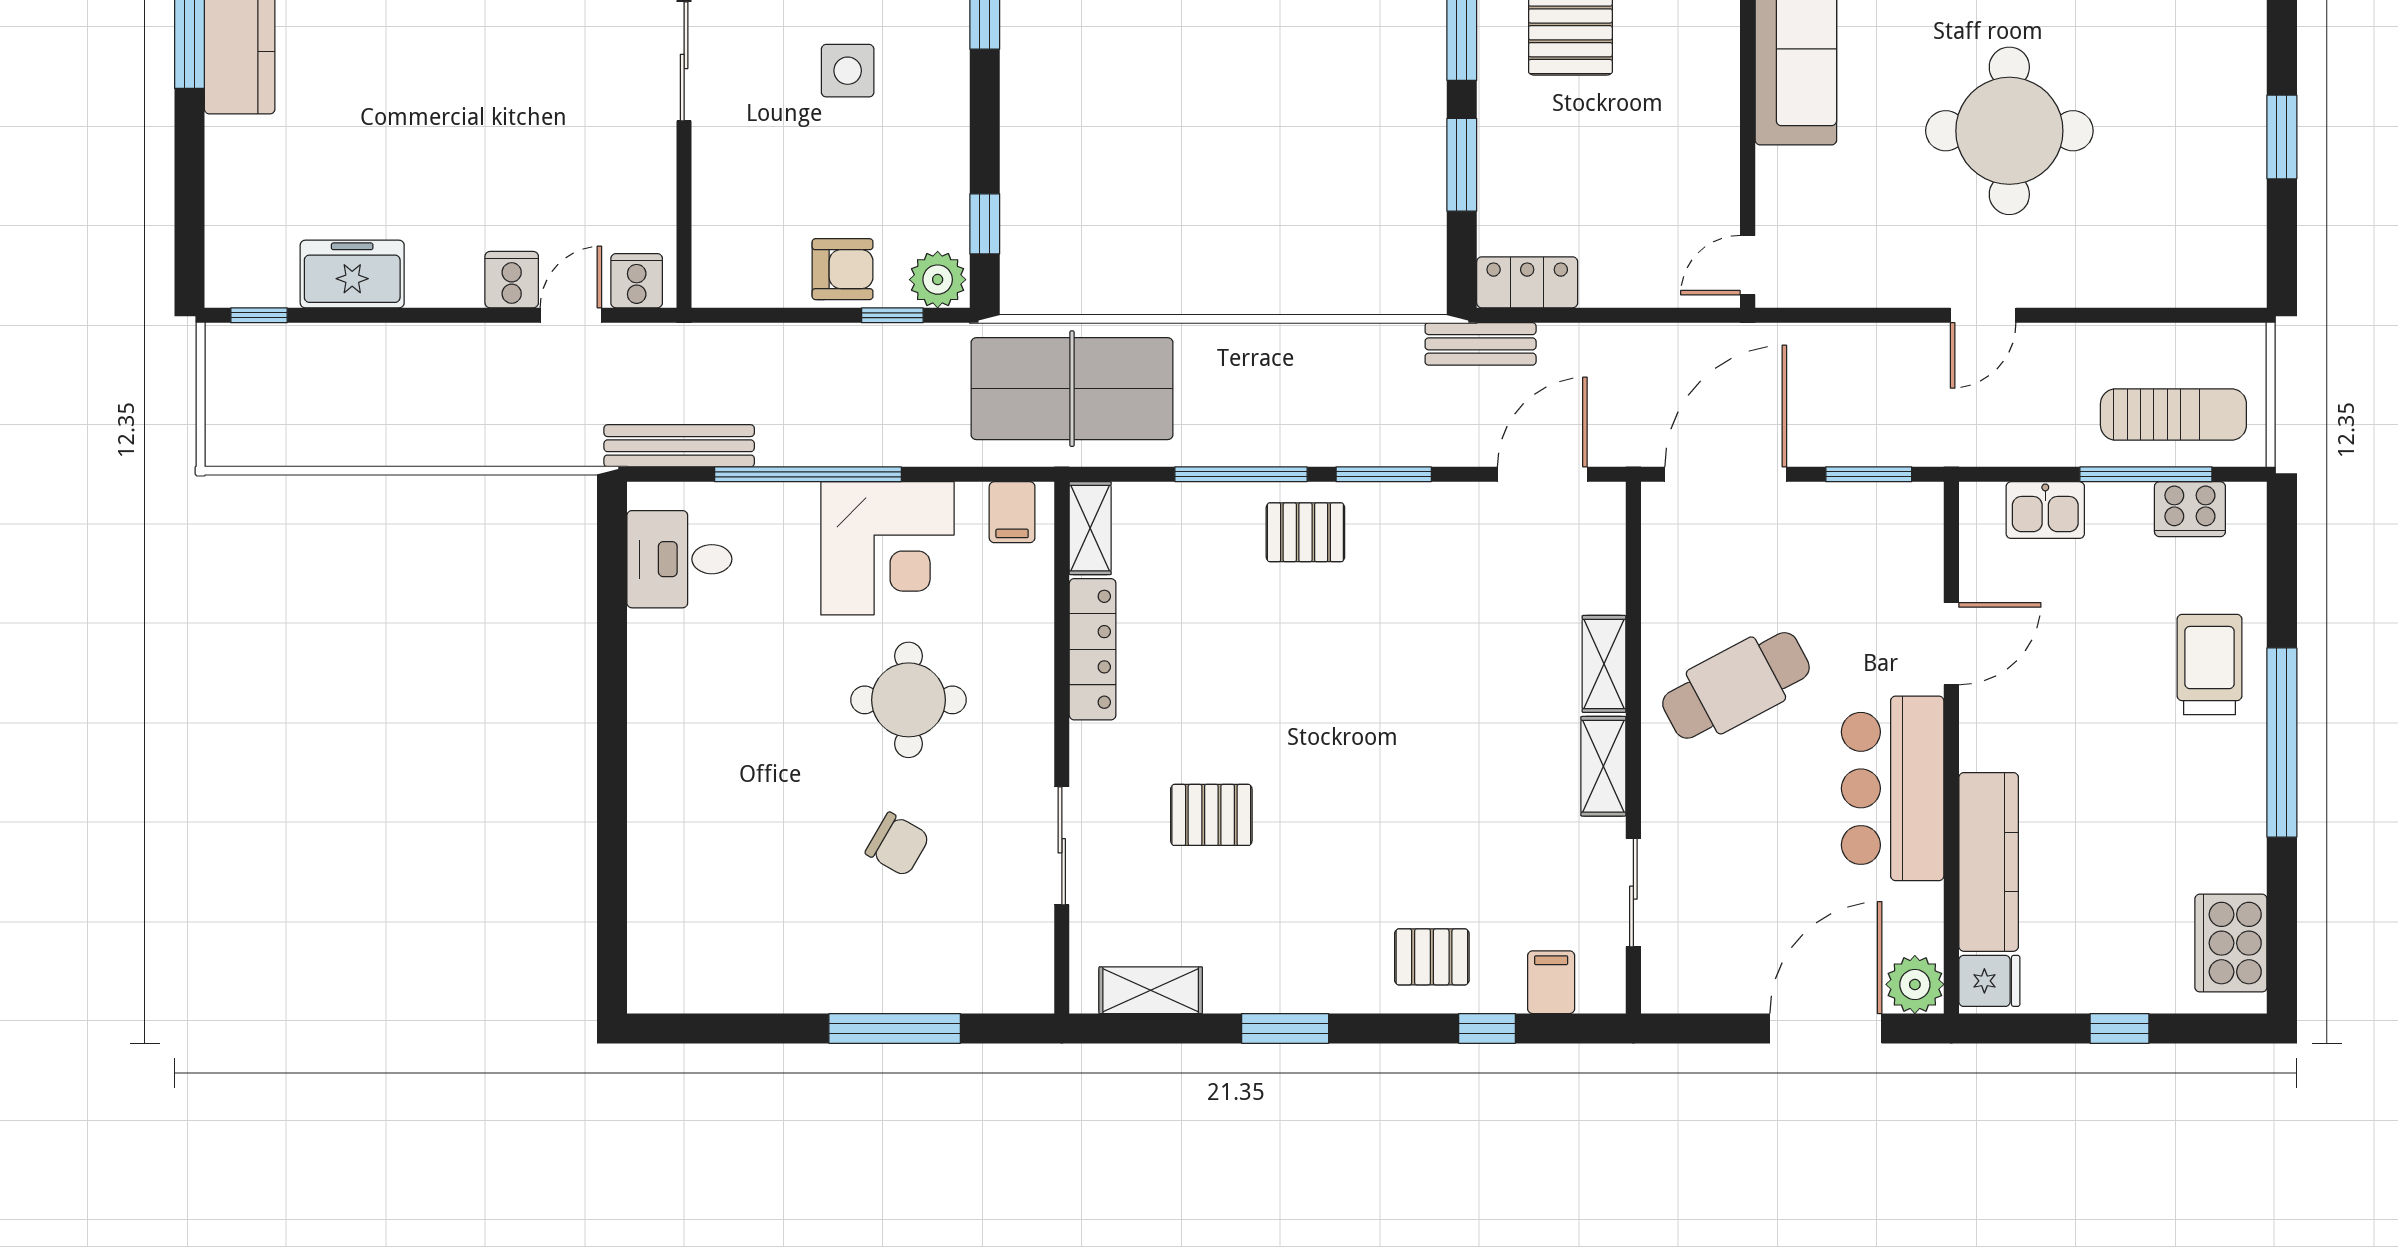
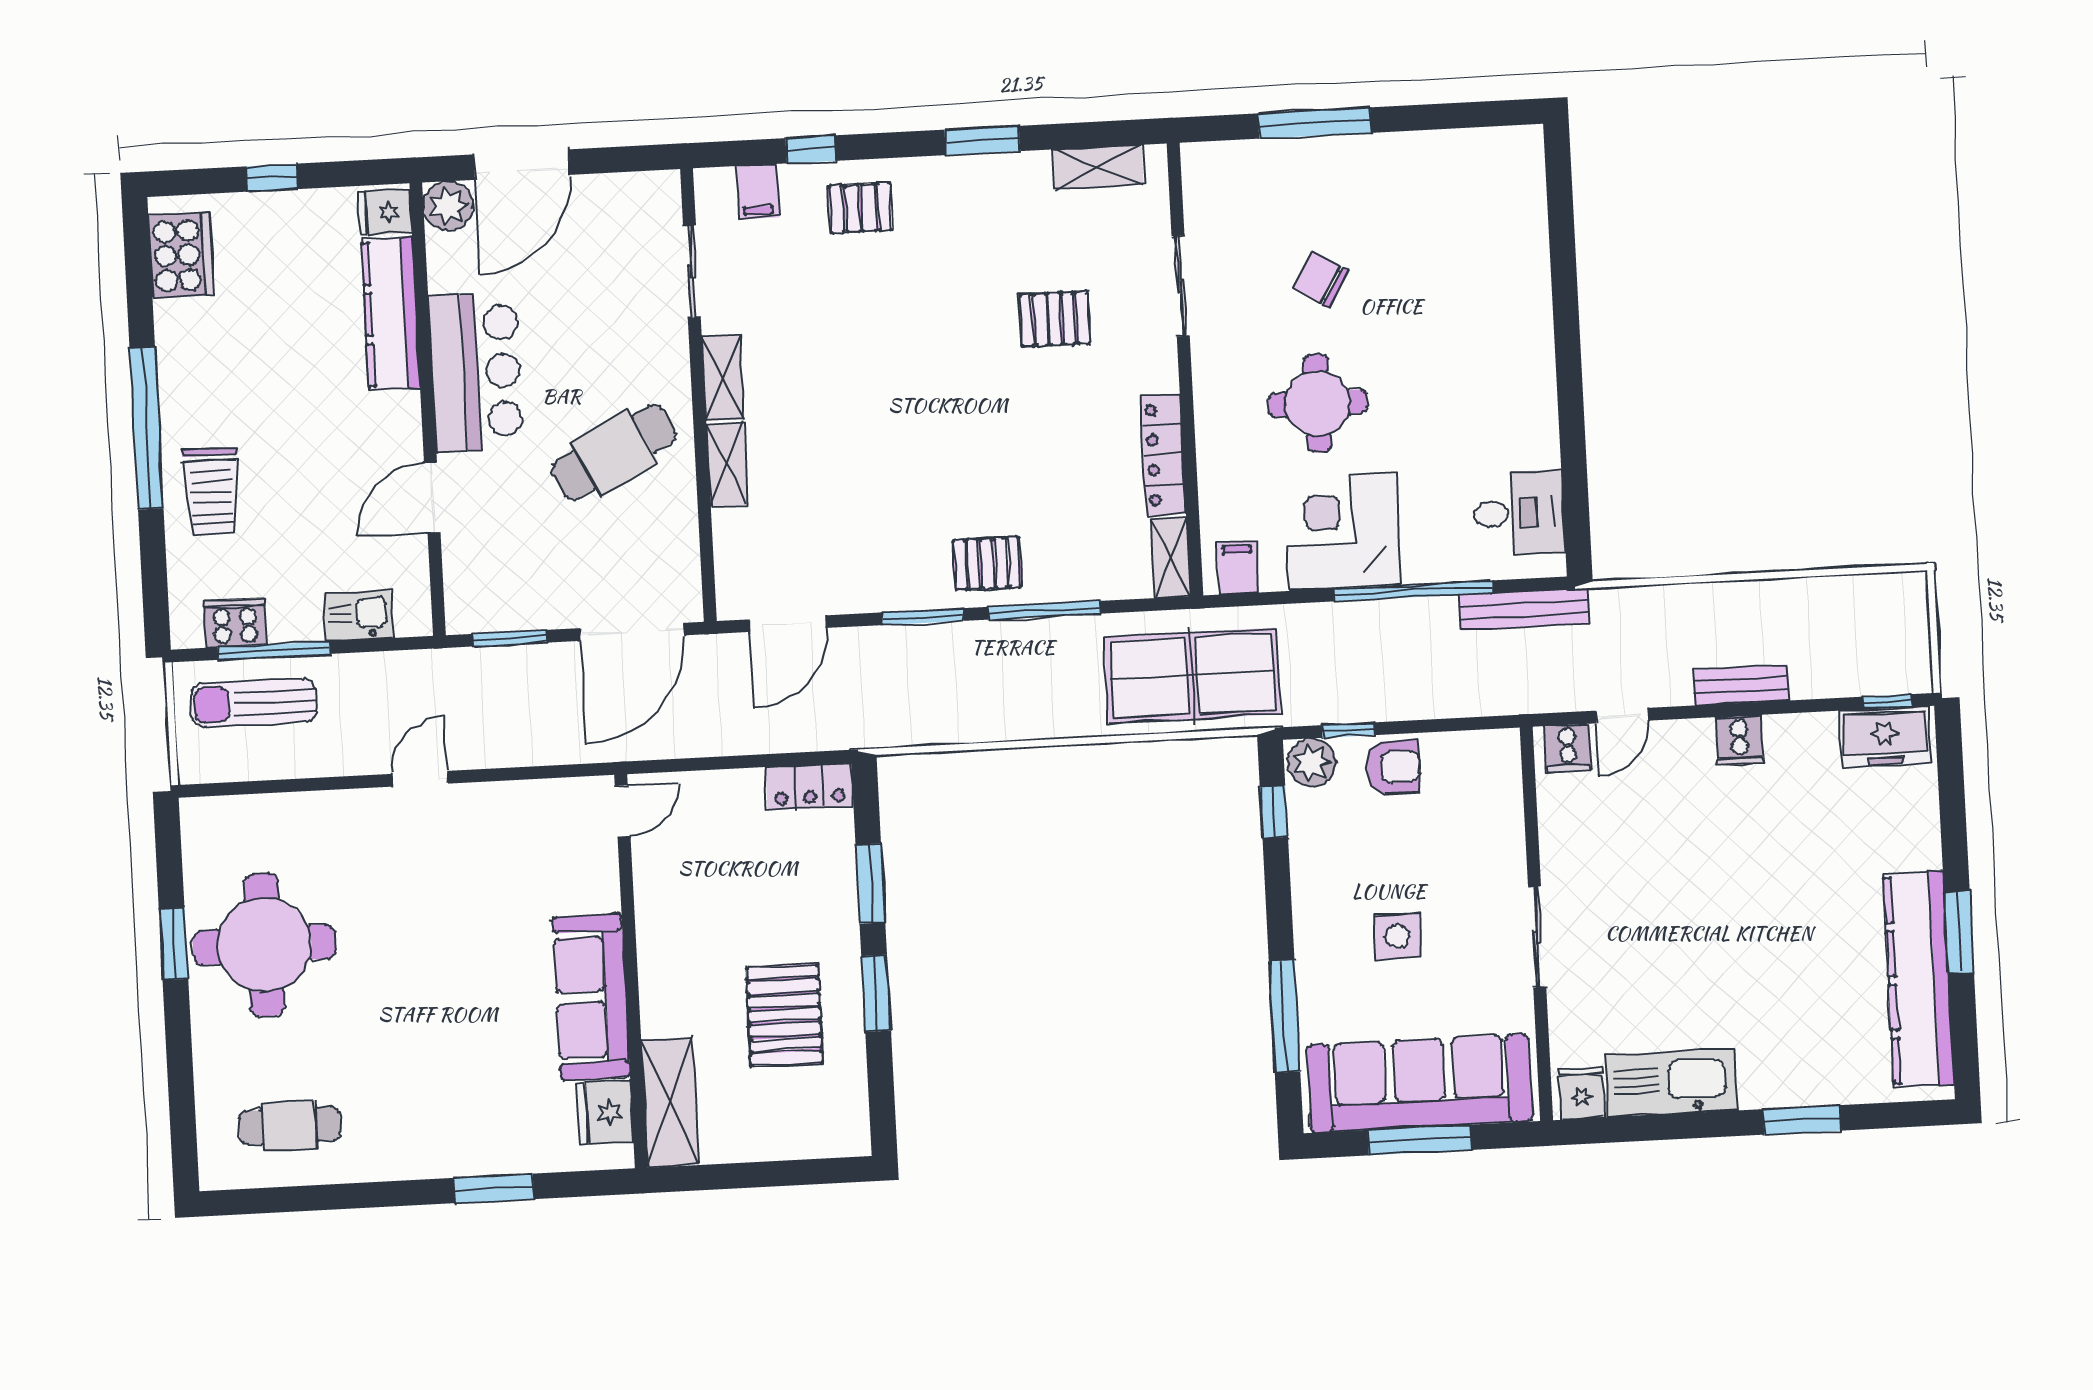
round table: (2009, 131) -> (264, 945), moved
armchair: (843, 269) -> (1393, 767), turned 180
freezer: (352, 274) -> (1885, 737), moved
cooker: (512, 280) -> (1739, 740), moved
bench: (1481, 344) -> (1741, 685), moved

